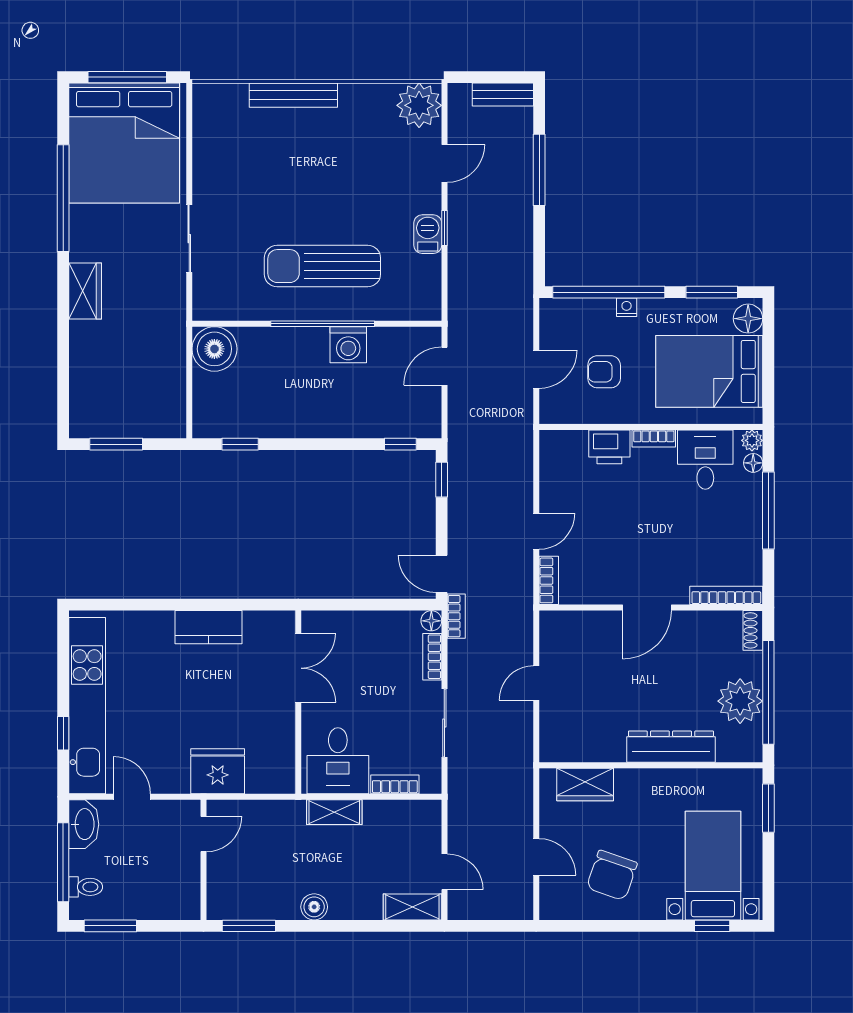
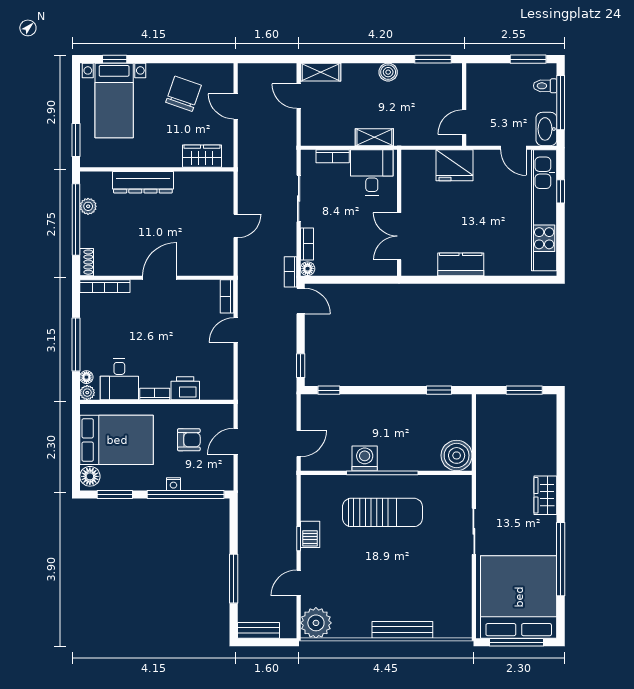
plant: (740, 701) -> (88, 206), width x0.53, depth x0.53

